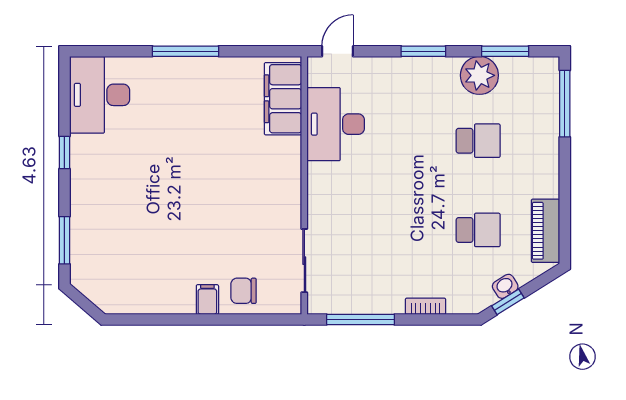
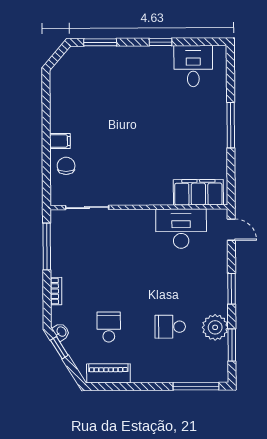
desk: (100, 95) -> (193, 66), width x0.73
school desk: (478, 141) -> (170, 327), turned 90
school desk: (478, 230) -> (109, 327), turned 180
washbasin: (505, 286) -> (61, 332), moved

